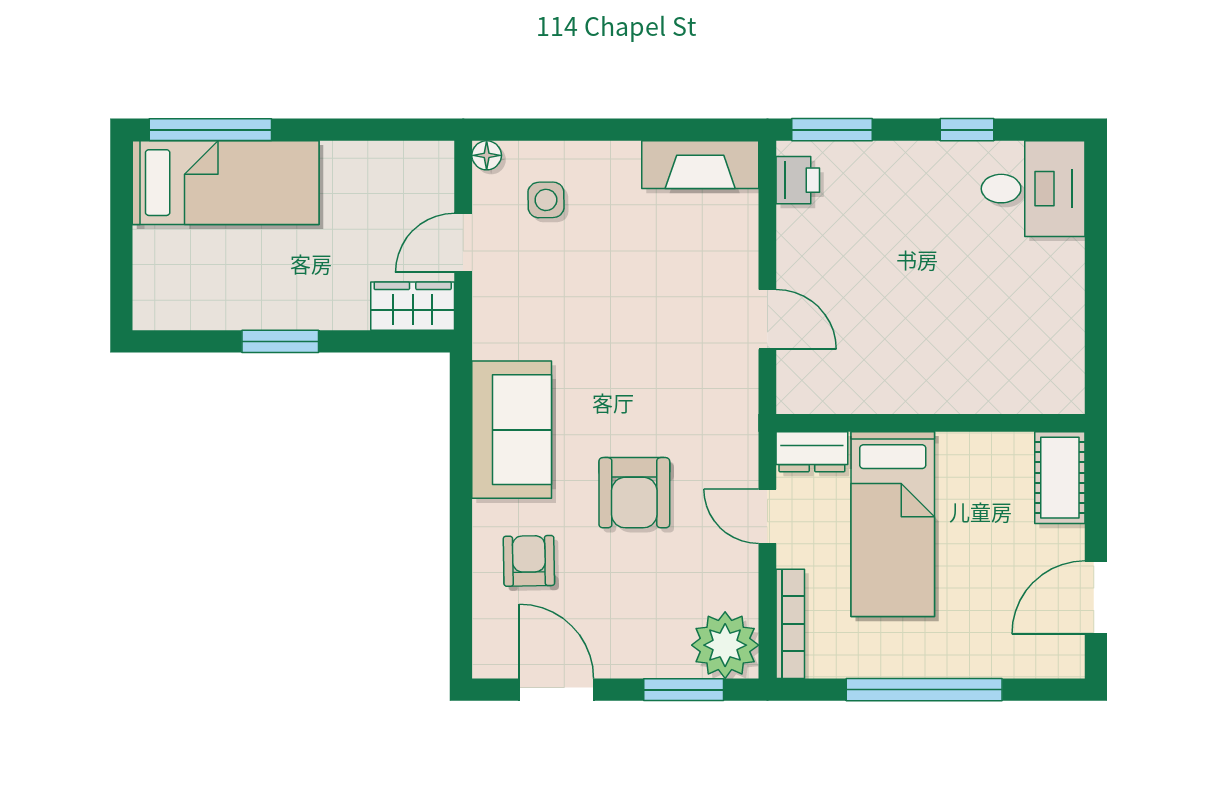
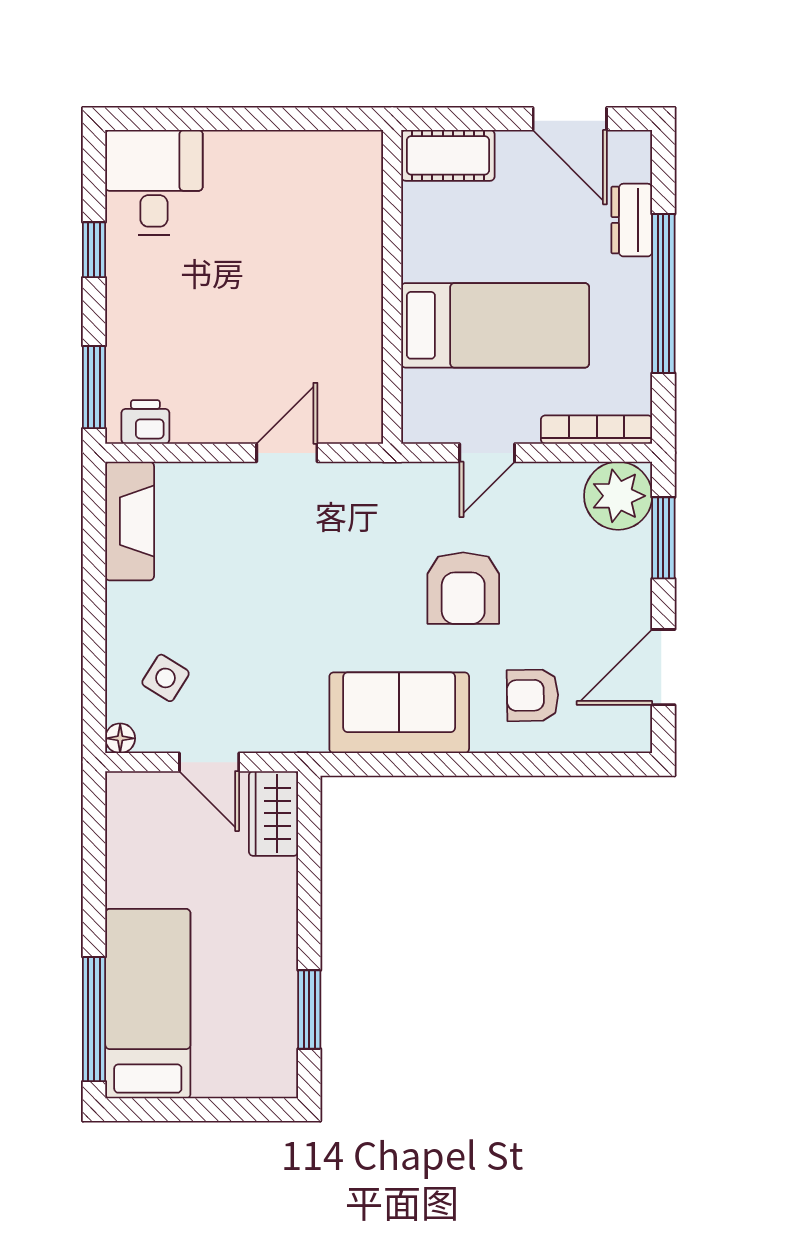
side table: (546, 200) -> (165, 678), turned 33
window: (280, 341) -> (309, 1010), moved
dresser: (812, 452) -> (632, 220), moved, turned 180
armchair: (634, 493) -> (463, 588), turned 90

